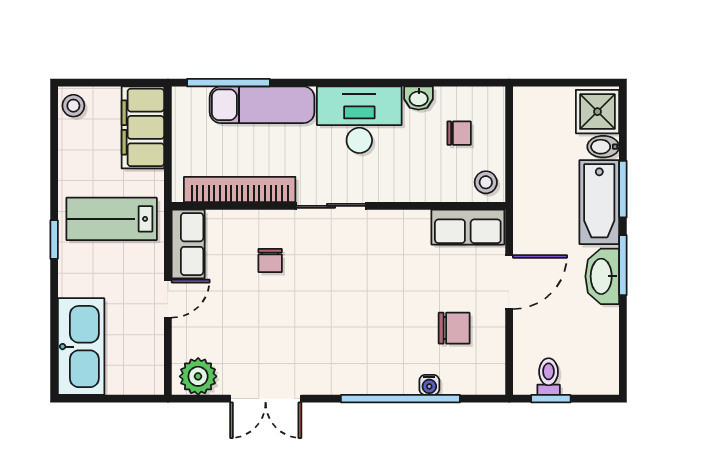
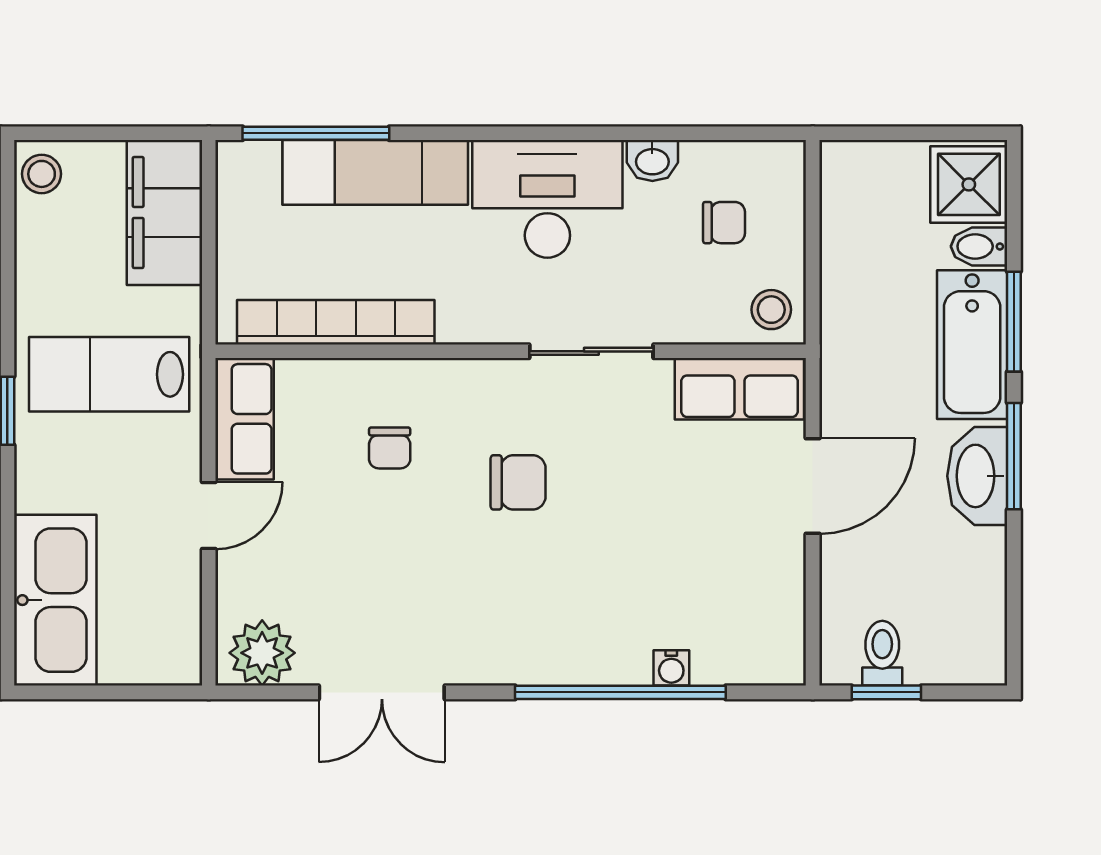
sliding door: (331, 206) -> (591, 351), moved
chair: (454, 328) -> (518, 482), moved

